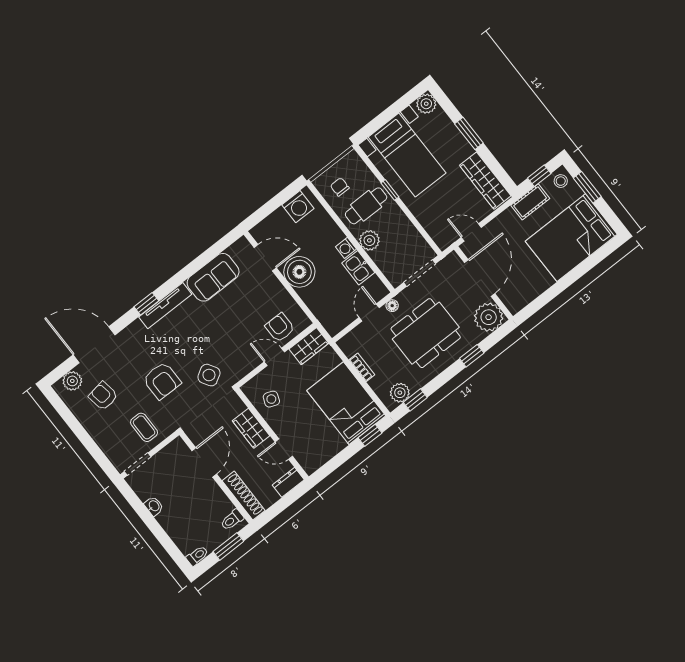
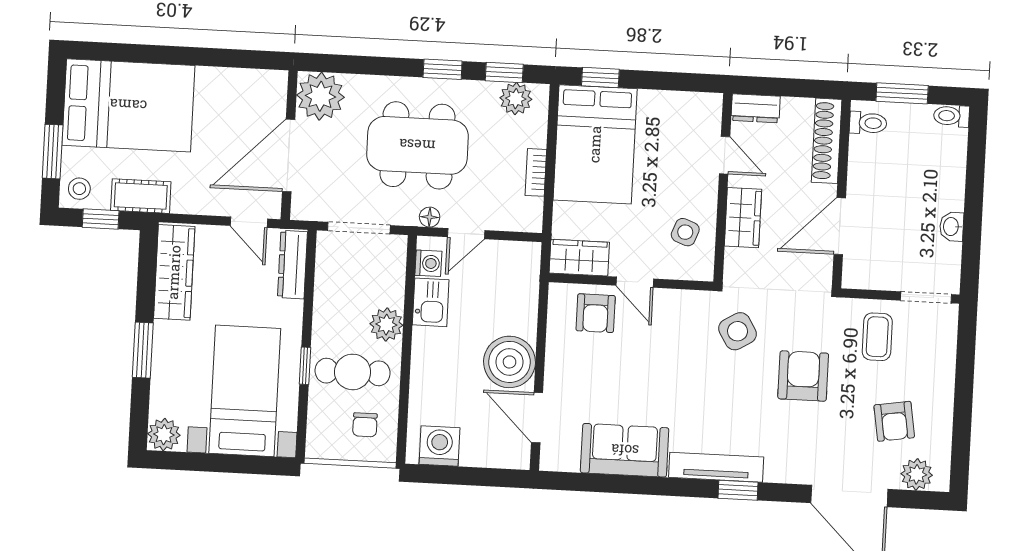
dresser: (435, 230) -> (292, 265), added
washing machine: (346, 248) -> (428, 263), moved
window: (472, 356) -> (443, 69), moved

